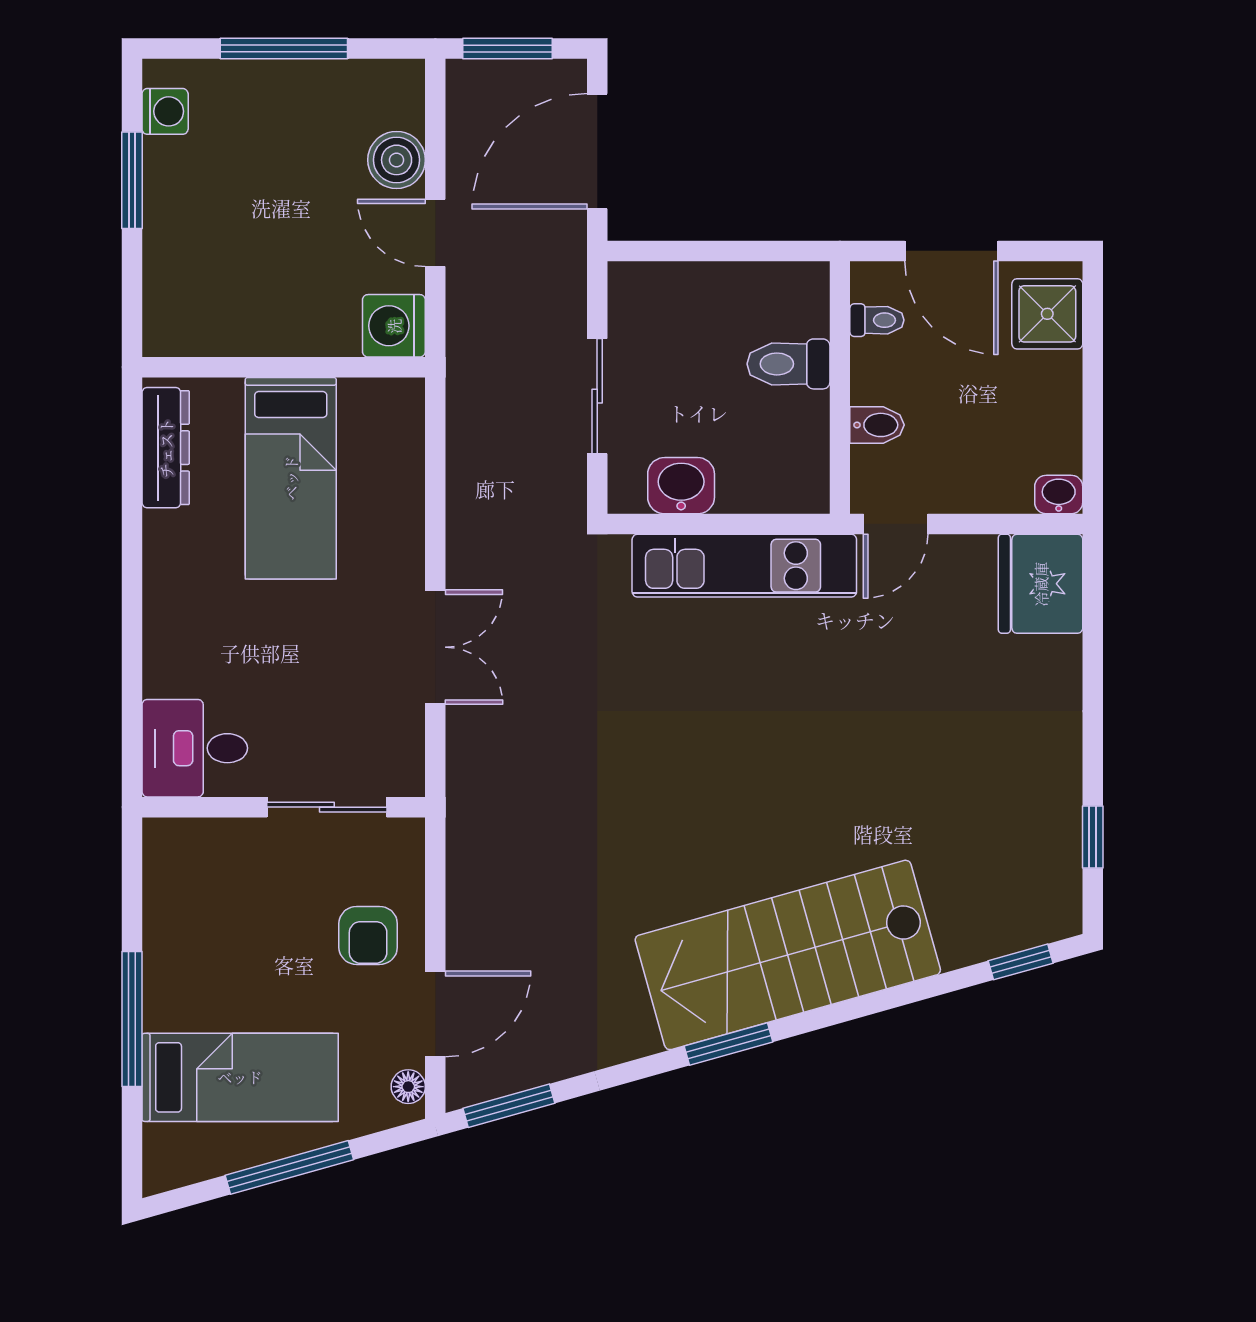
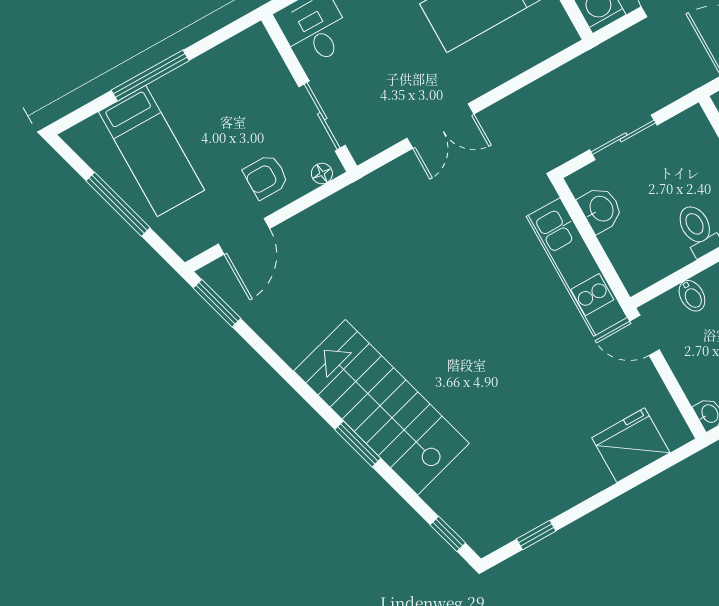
fridge: (1041, 584) -> (631, 445), moved
door: (435, 1014) -> (244, 236), hinge flipped
window: (729, 1044) -> (358, 444), moved
floor lamp: (408, 1087) -> (322, 174), moved

